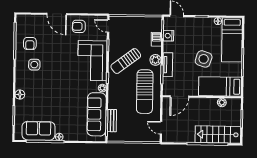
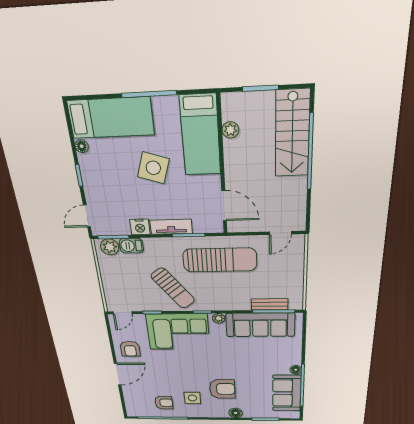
nightstand: (169, 36) -> (140, 227), moved
plant: (156, 60) -> (110, 247), moved
armchair: (43, 86) -> (222, 389), added

